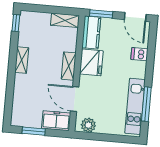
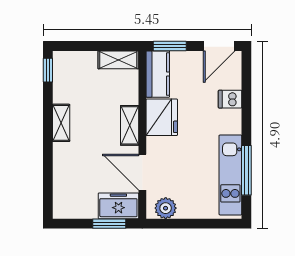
door: (135, 17) -> (219, 46), hinge flipped
window: (34, 131) -> (109, 224), moved

